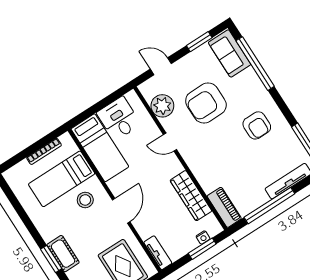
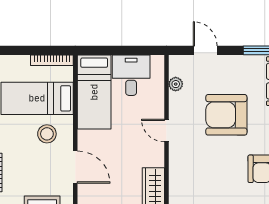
plant: (162, 106) -> (176, 84), width x0.53, depth x0.53
bookcase: (44, 151) -> (52, 60), moved
door: (121, 211) -> (75, 167), hinge flipped

